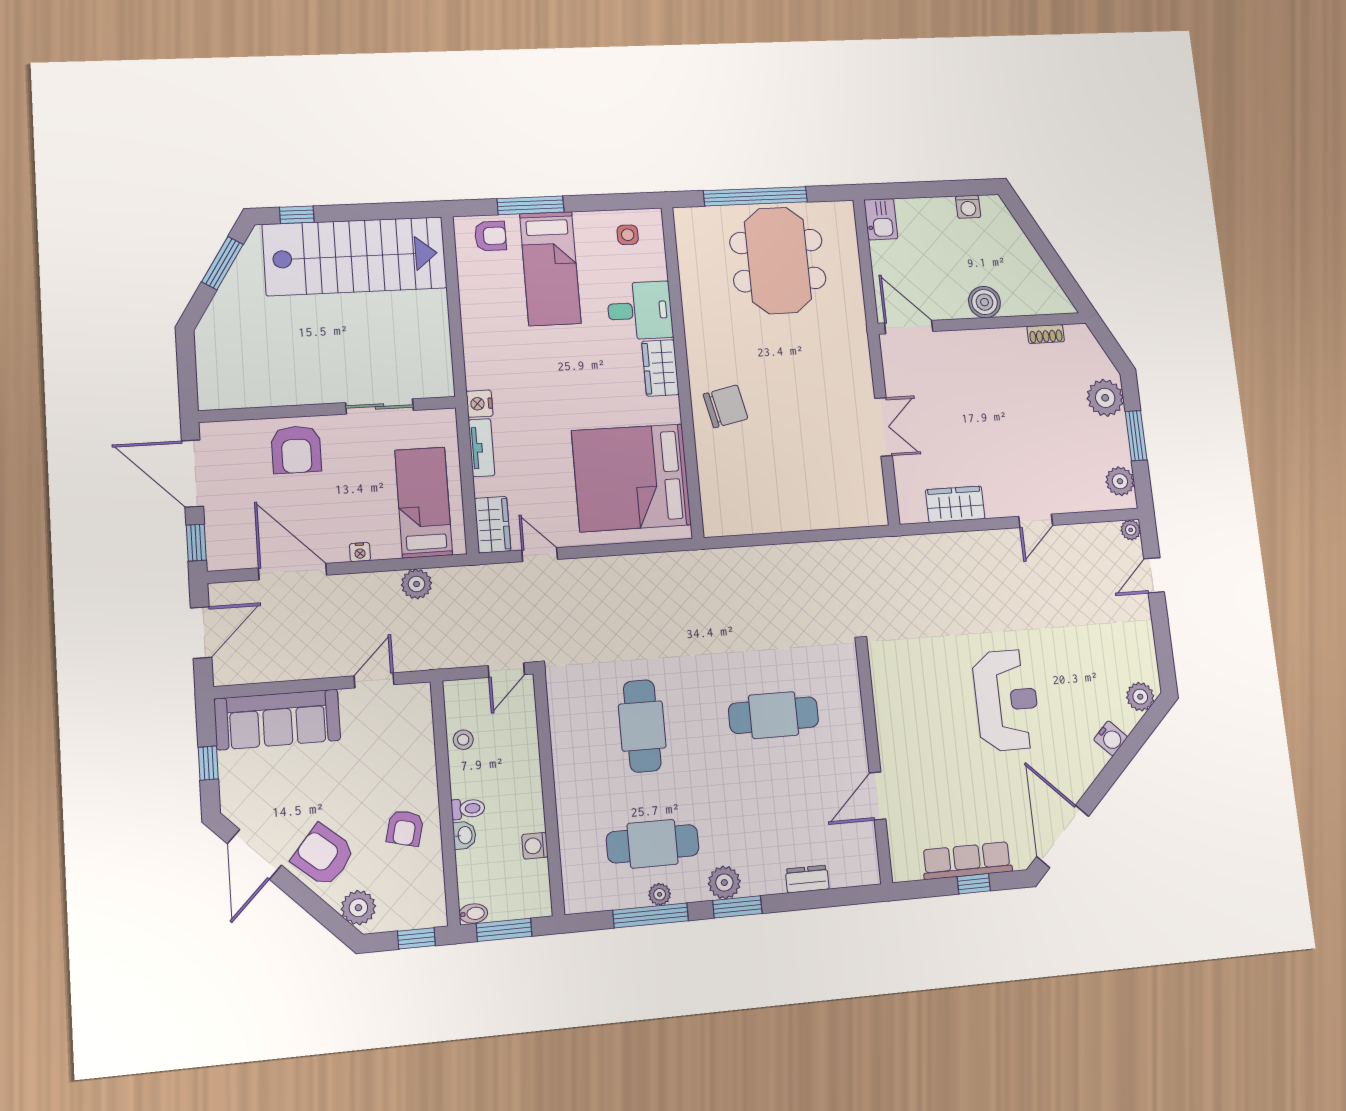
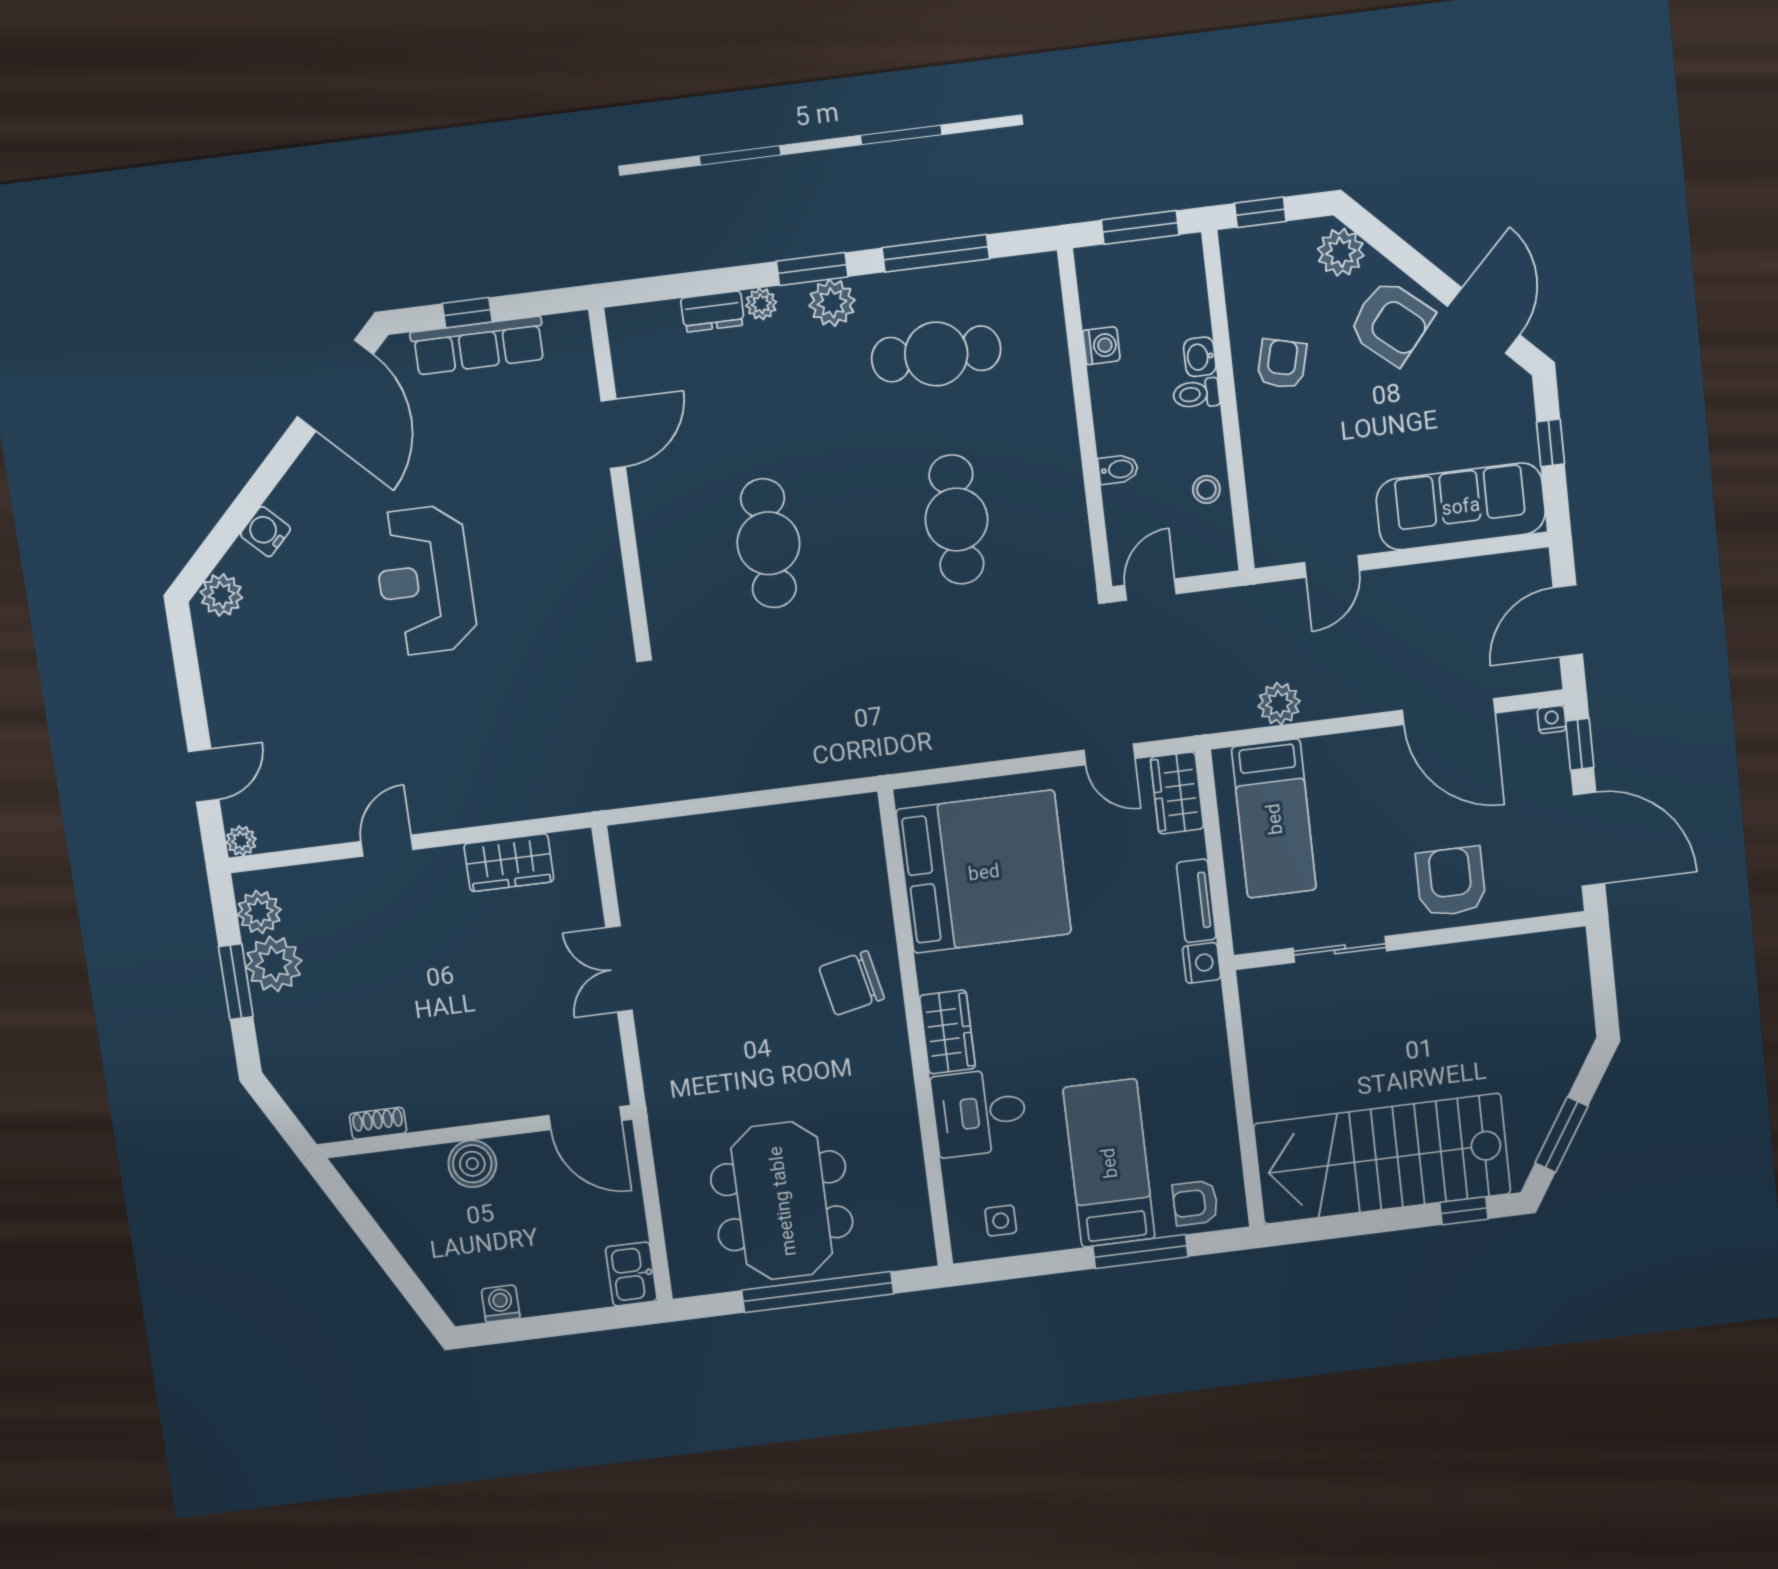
plant: (1105, 398) -> (274, 964), moved
nightstand: (360, 552) -> (1552, 719), moved
cafe table: (774, 715) -> (768, 543), turned 90
plant: (660, 894) -> (761, 304), moved
bidet: (473, 914) -> (1118, 469), moved, turned 180

